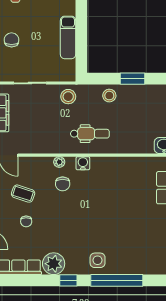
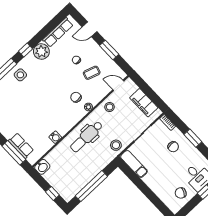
exam couch: (68, 37) -> (134, 164), moved
window: (133, 79) -> (91, 186), width x2.11
stool: (109, 96) -> (110, 107), moved
dental chair: (90, 134) -> (86, 137), width x1.36, depth x1.38
water cooler: (83, 163) -> (55, 137), moved

